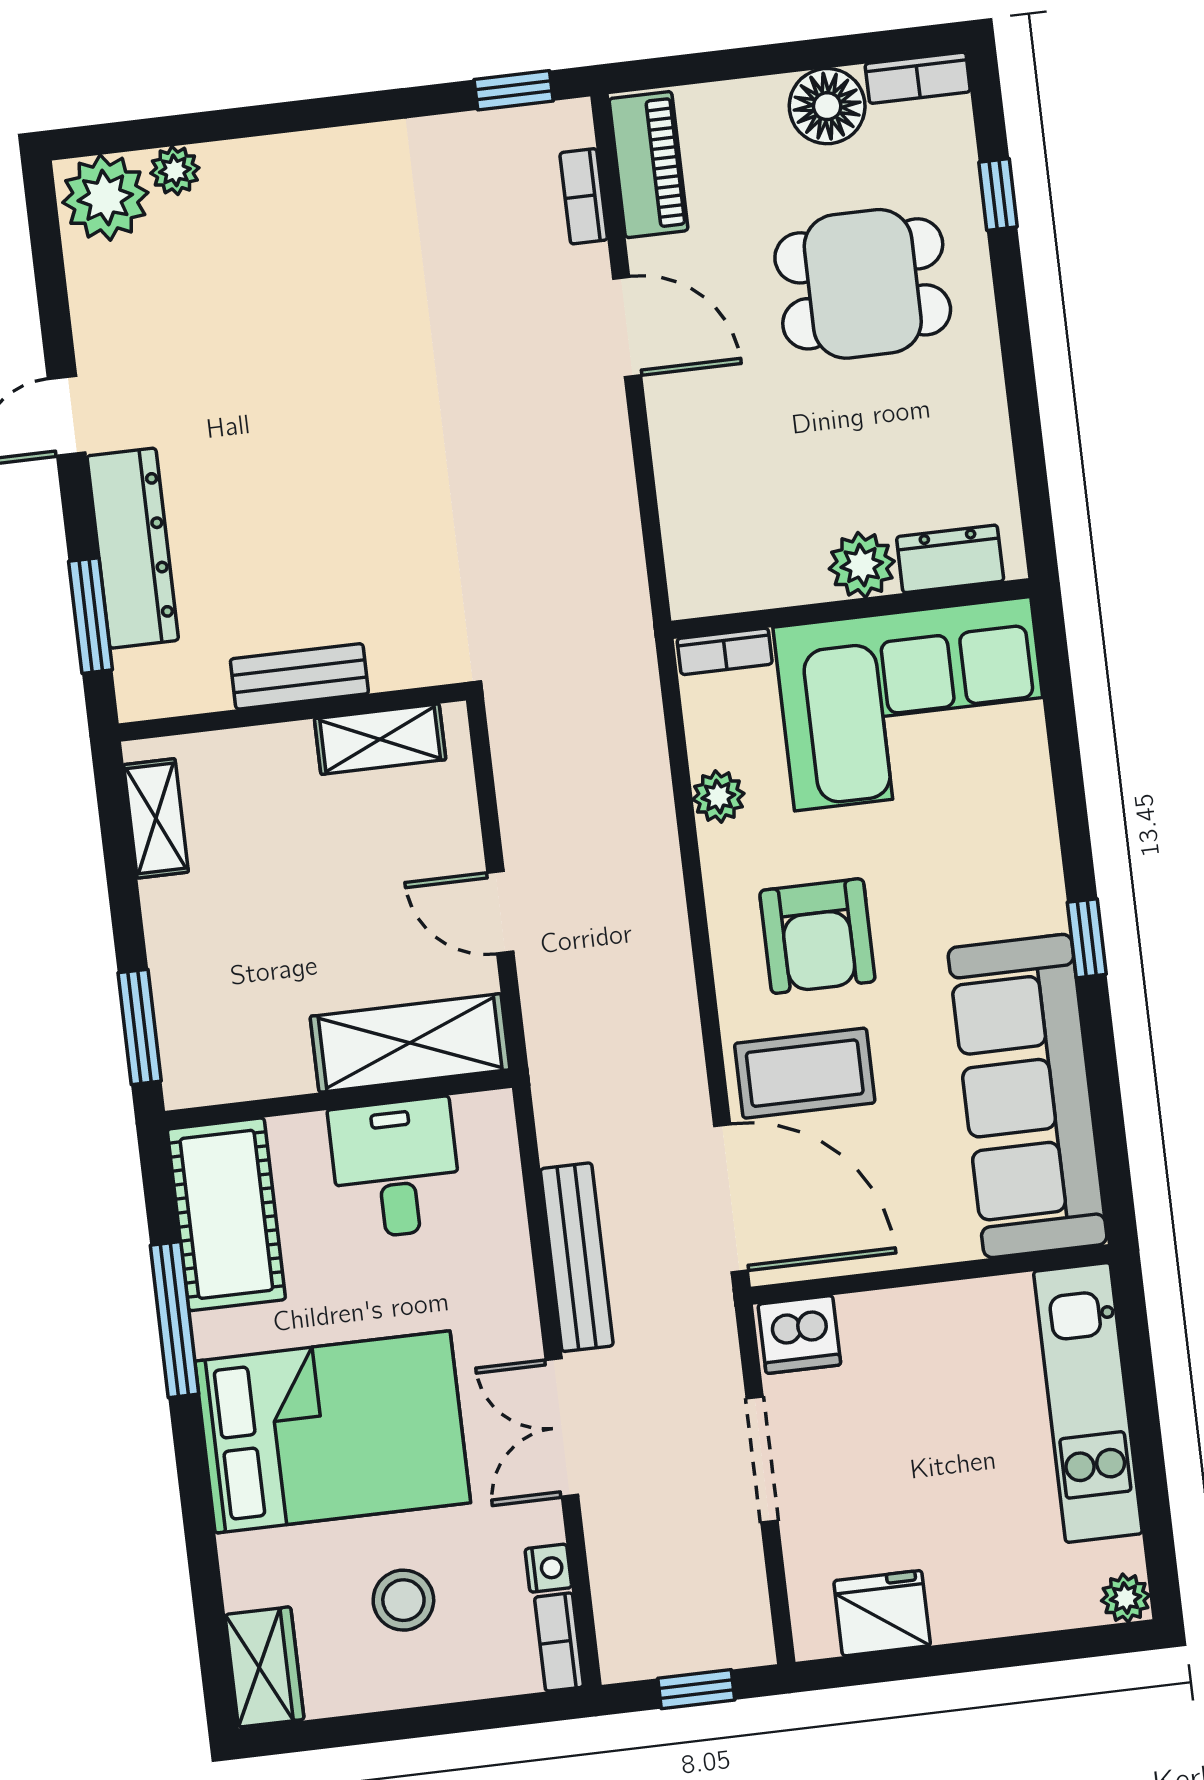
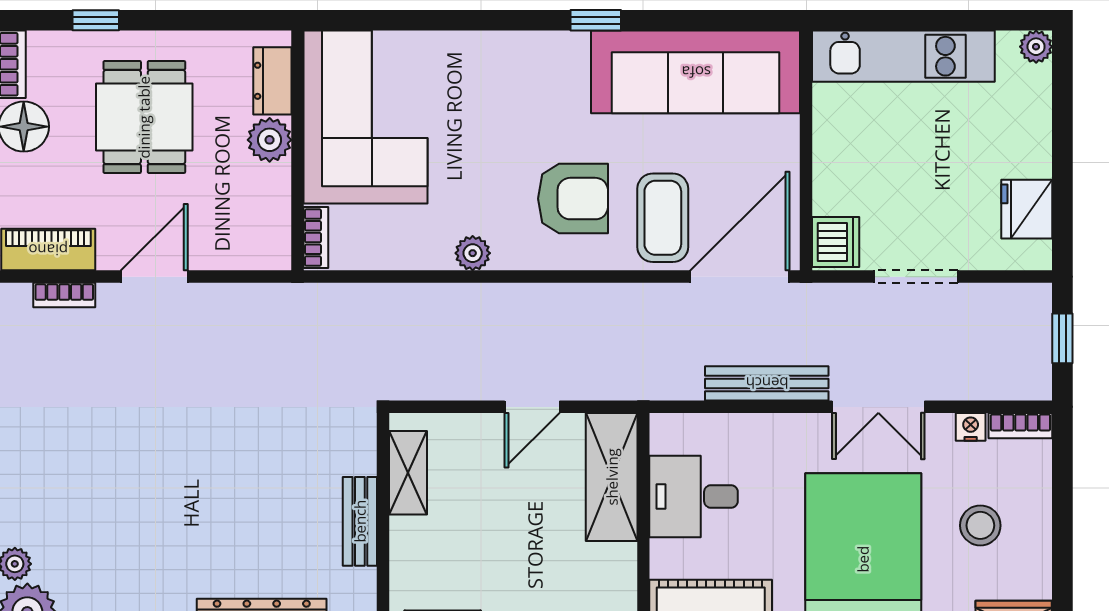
dresser: (950, 559) -> (272, 81), moved
plant: (862, 565) -> (270, 140), moved
wall: (851, 609) -> (298, 150), moved
bookcase: (725, 651) -> (316, 238), moved
corner sofa: (913, 704) -> (365, 117), moved

